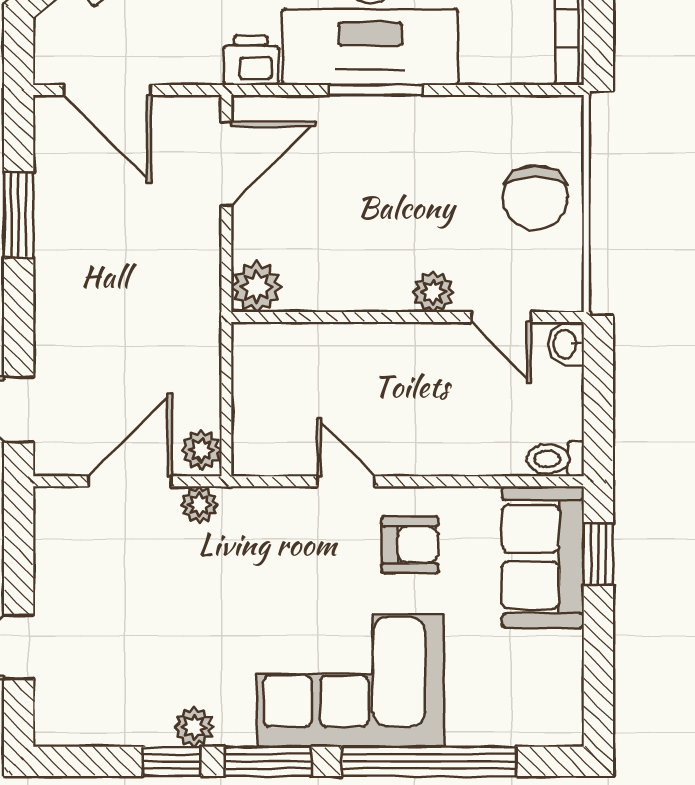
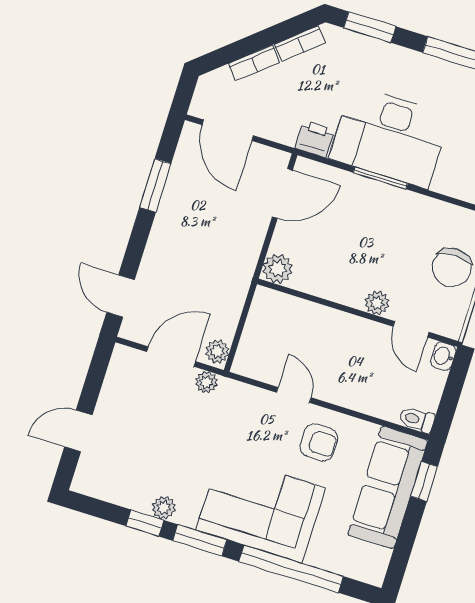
sofa: (543, 557) -> (388, 487), width x1.36

